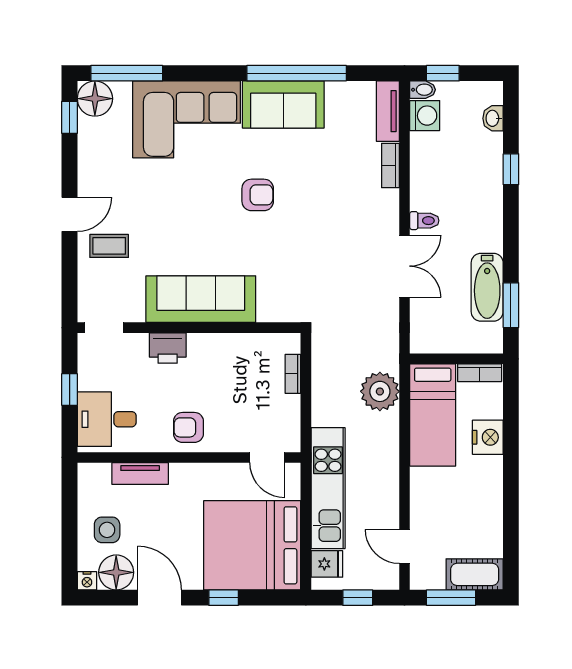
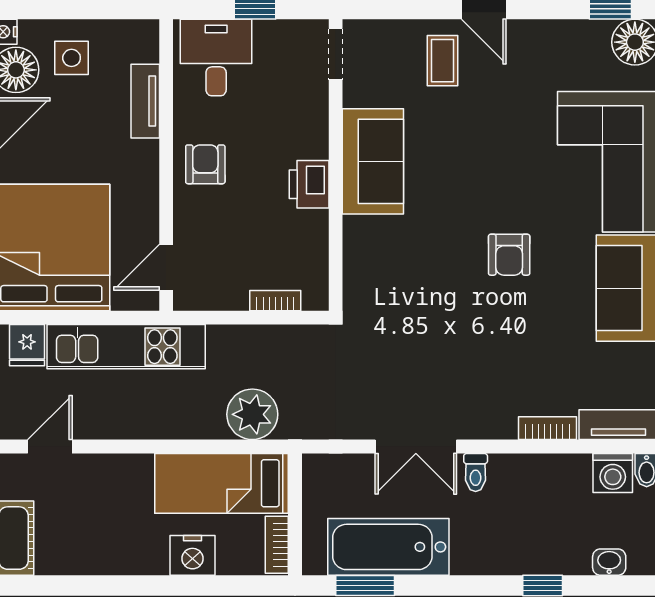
bathtub: (487, 287) -> (388, 547), width x1.36, depth x1.36
sofa: (201, 299) -> (373, 161), width x0.73
printer: (168, 348) -> (309, 184), moved

